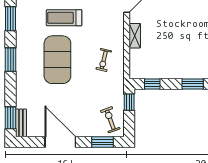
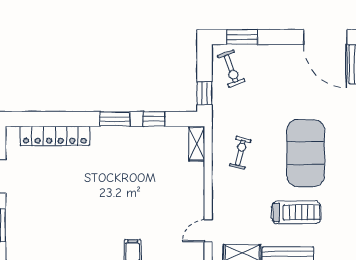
shelving: (135, 36) -> (197, 144), moved
window: (152, 84) -> (154, 119), moved
door: (60, 142) -> (325, 37), moved

